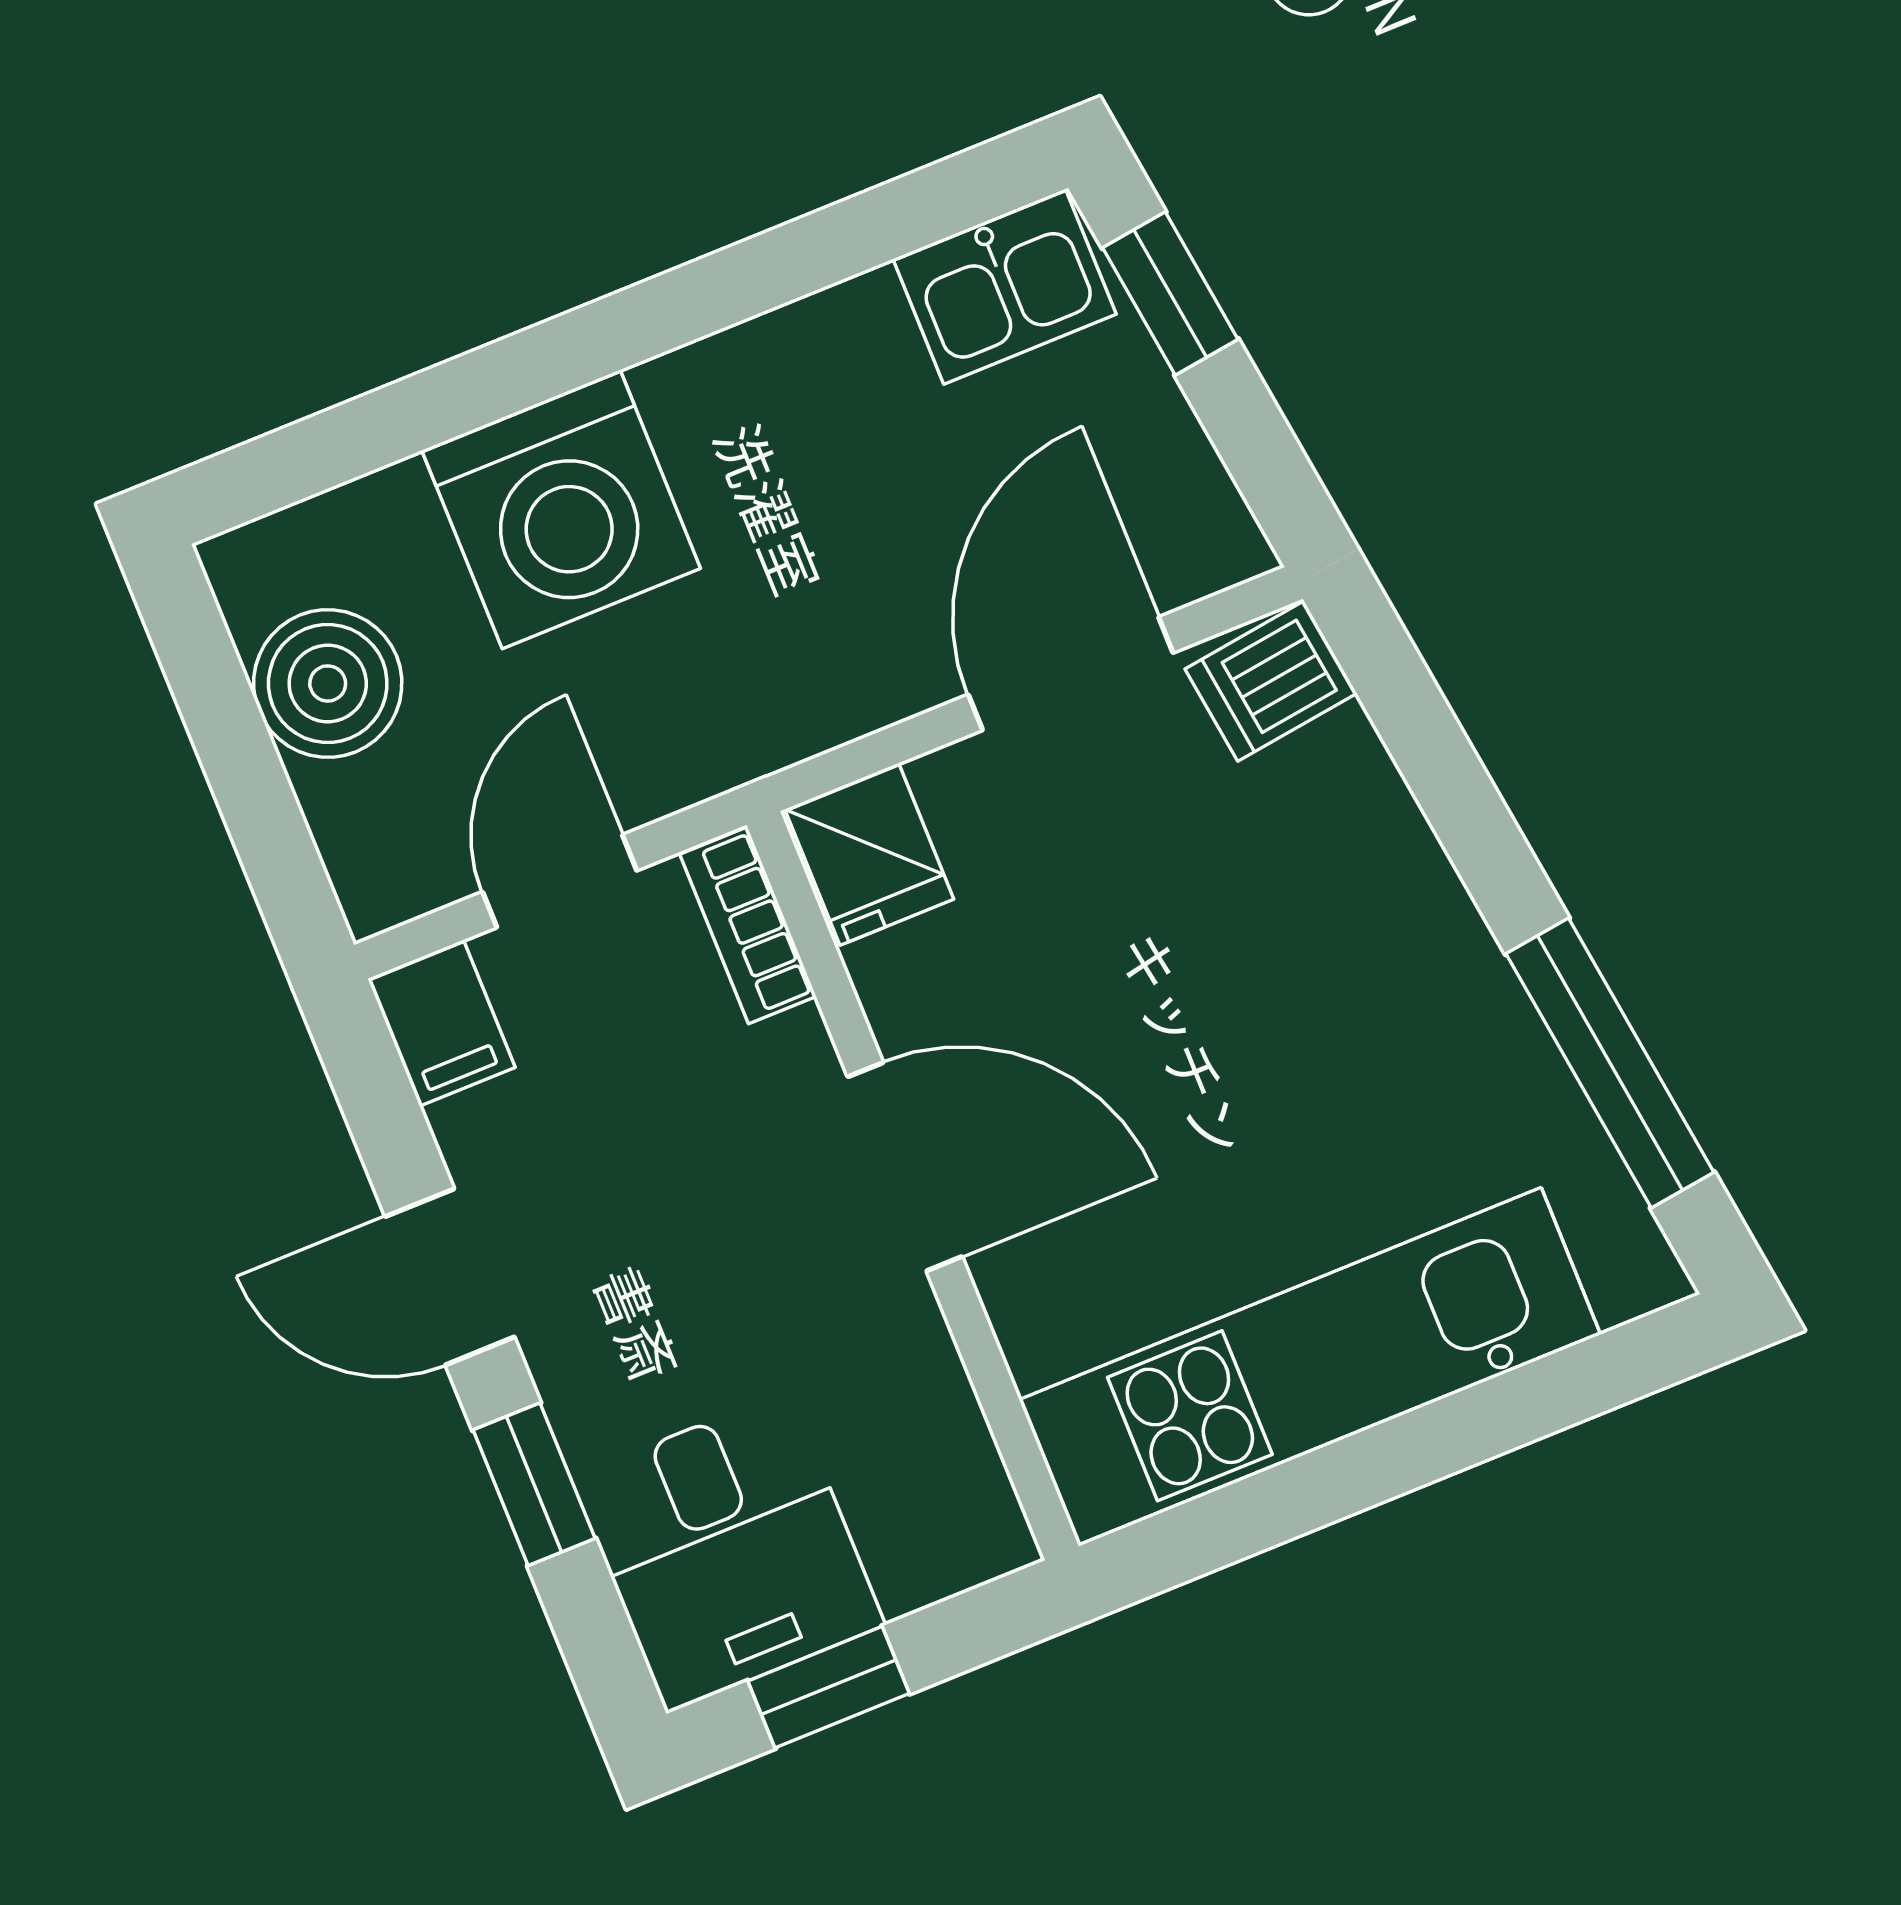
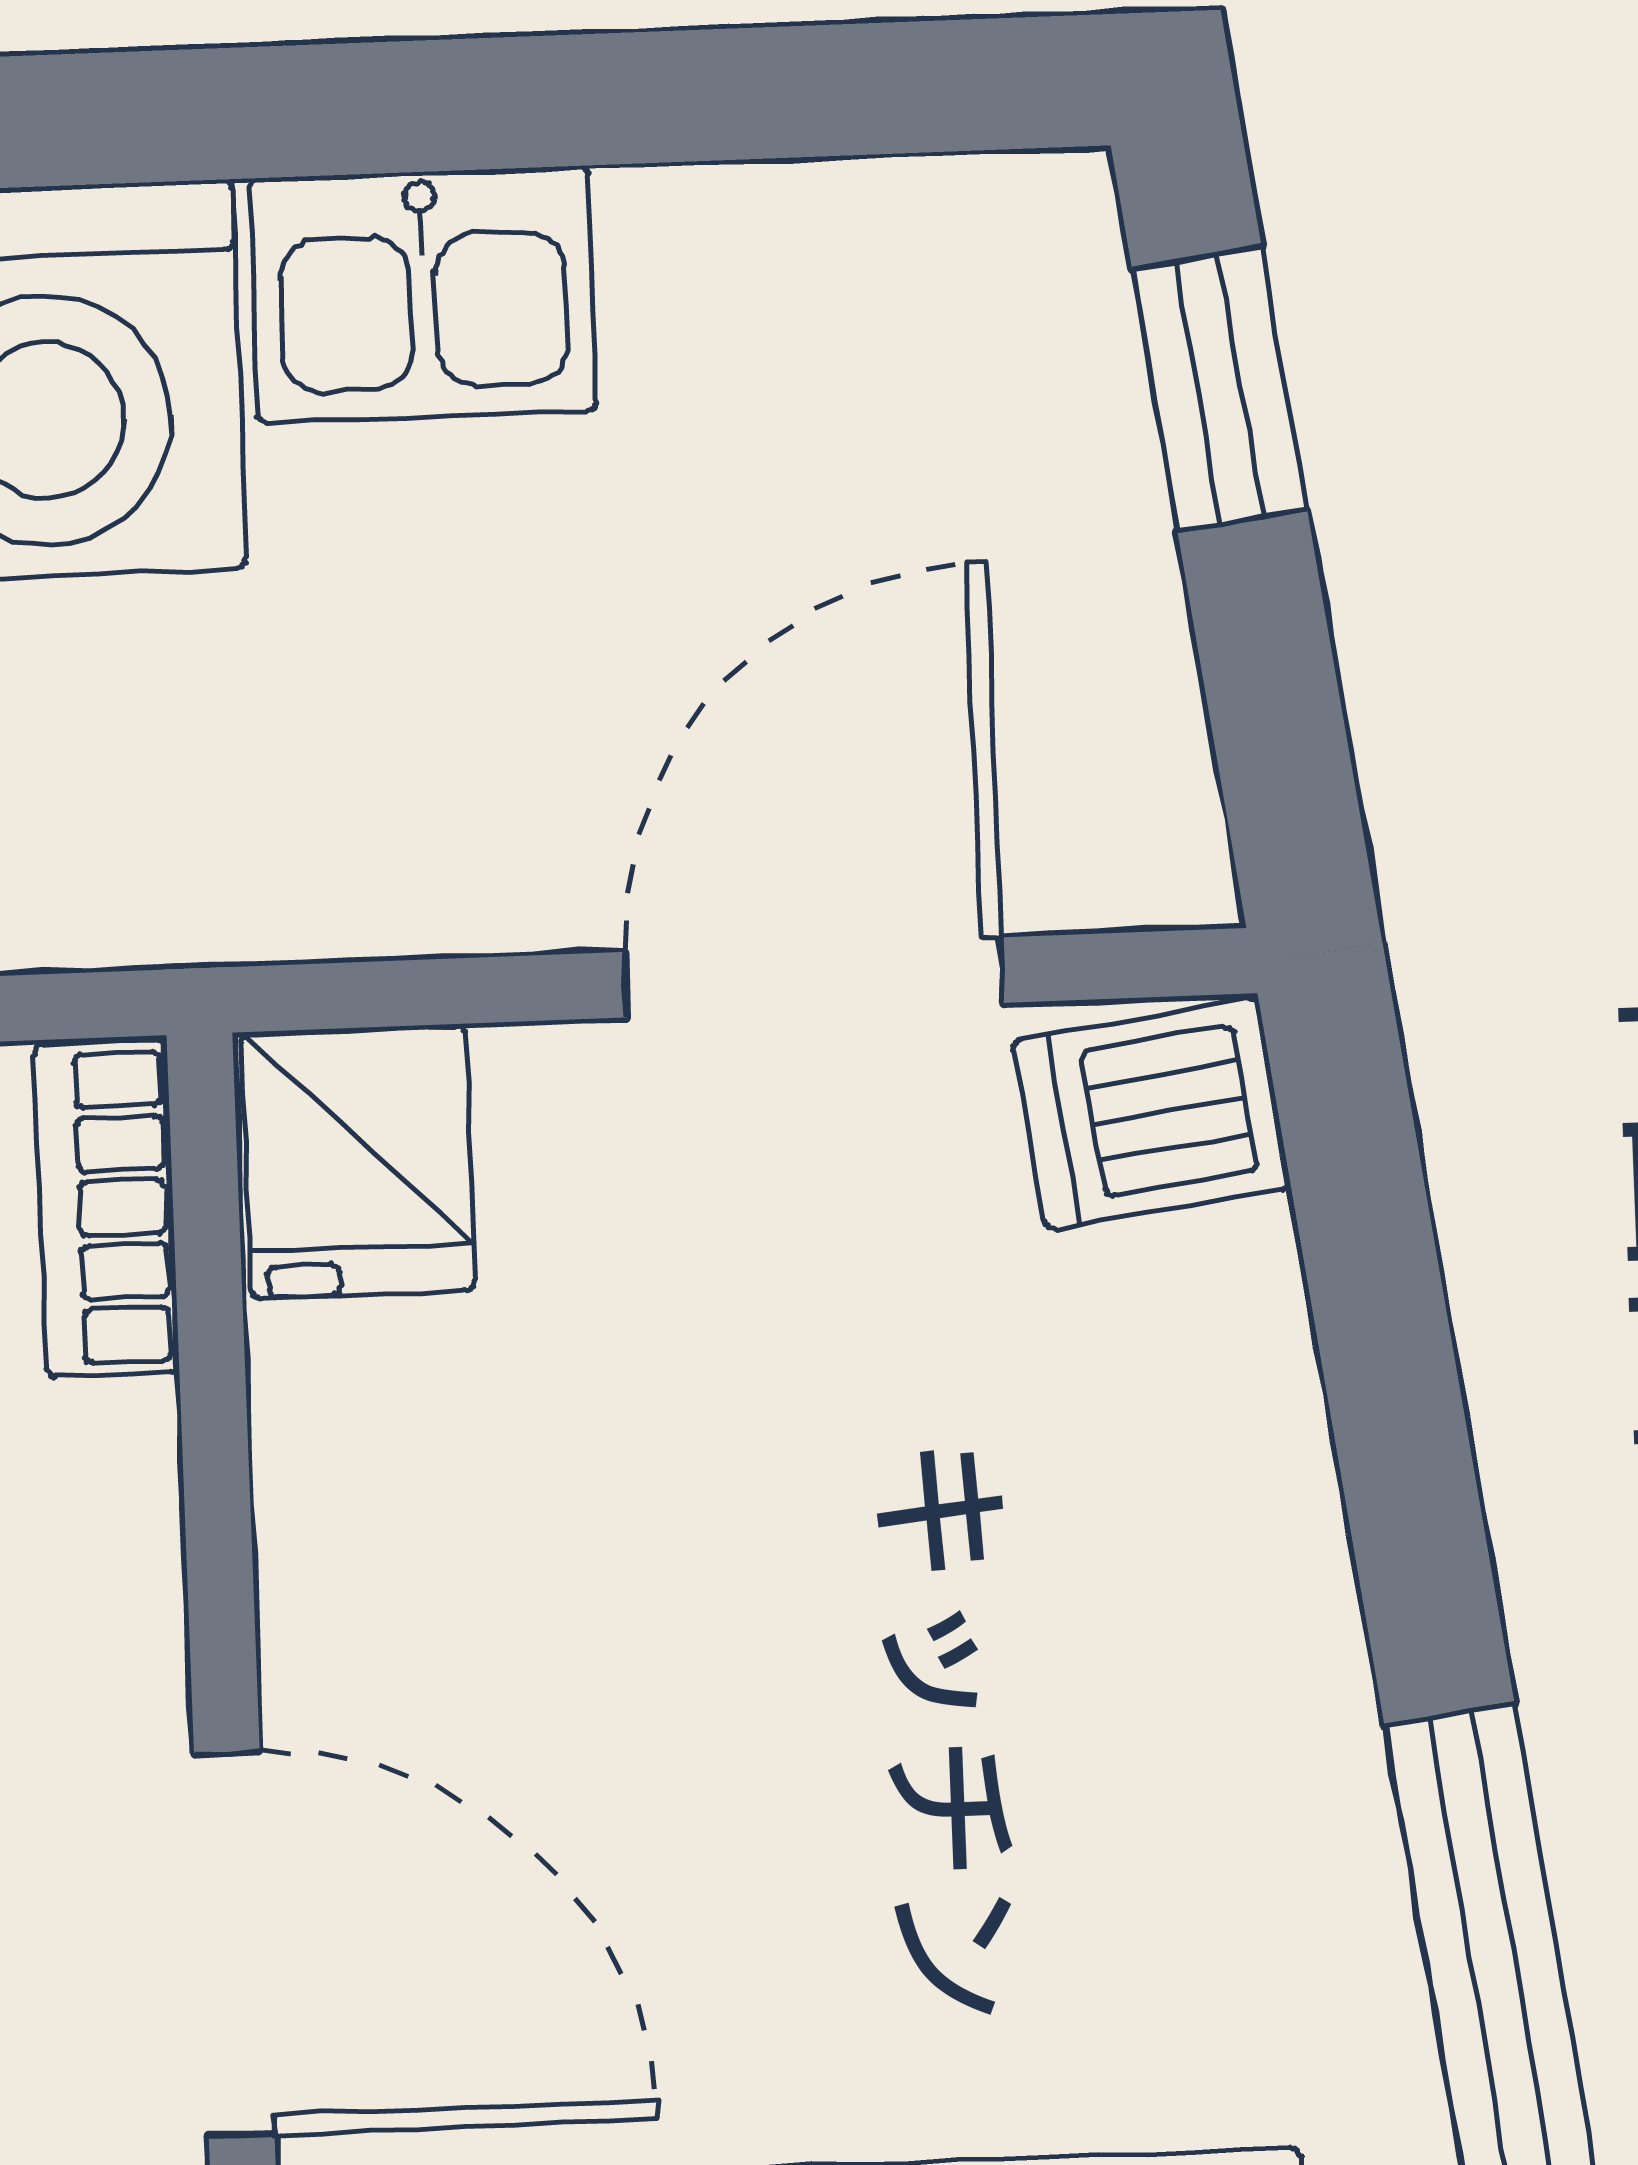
kitchen sink: (1005, 287) -> (423, 295), moved
door: (905, 1167) -> (234, 1944), moved

